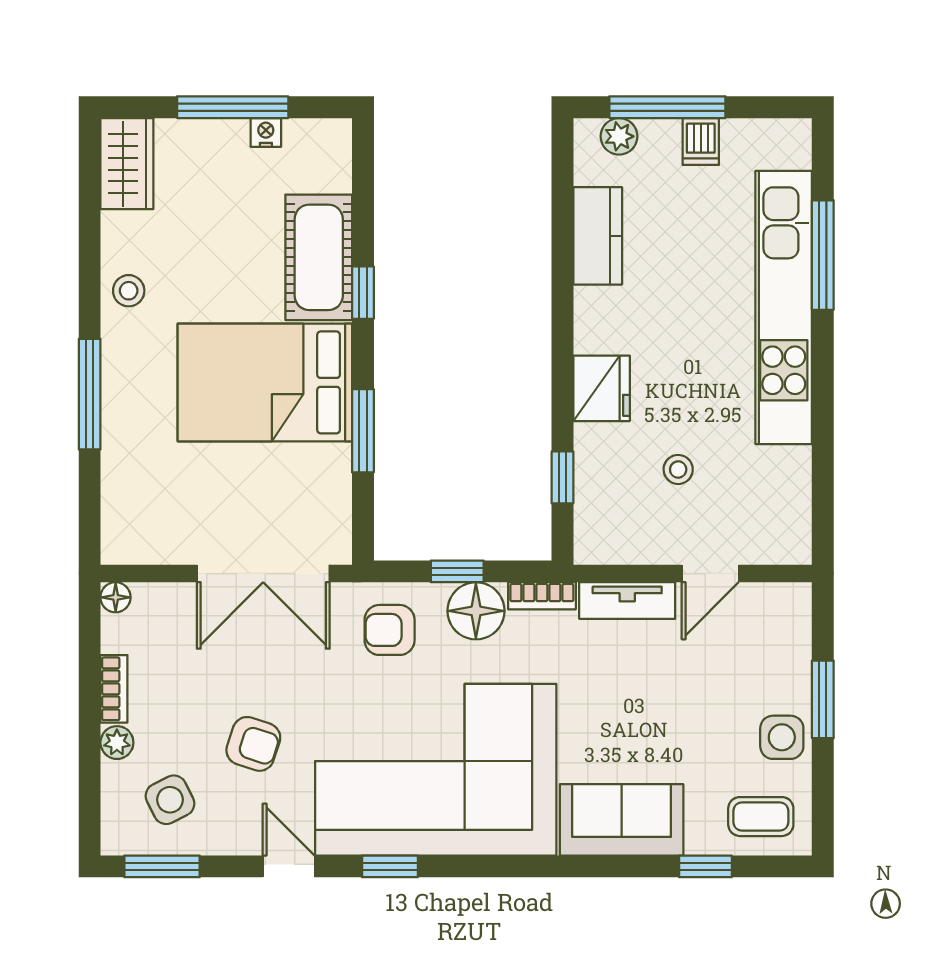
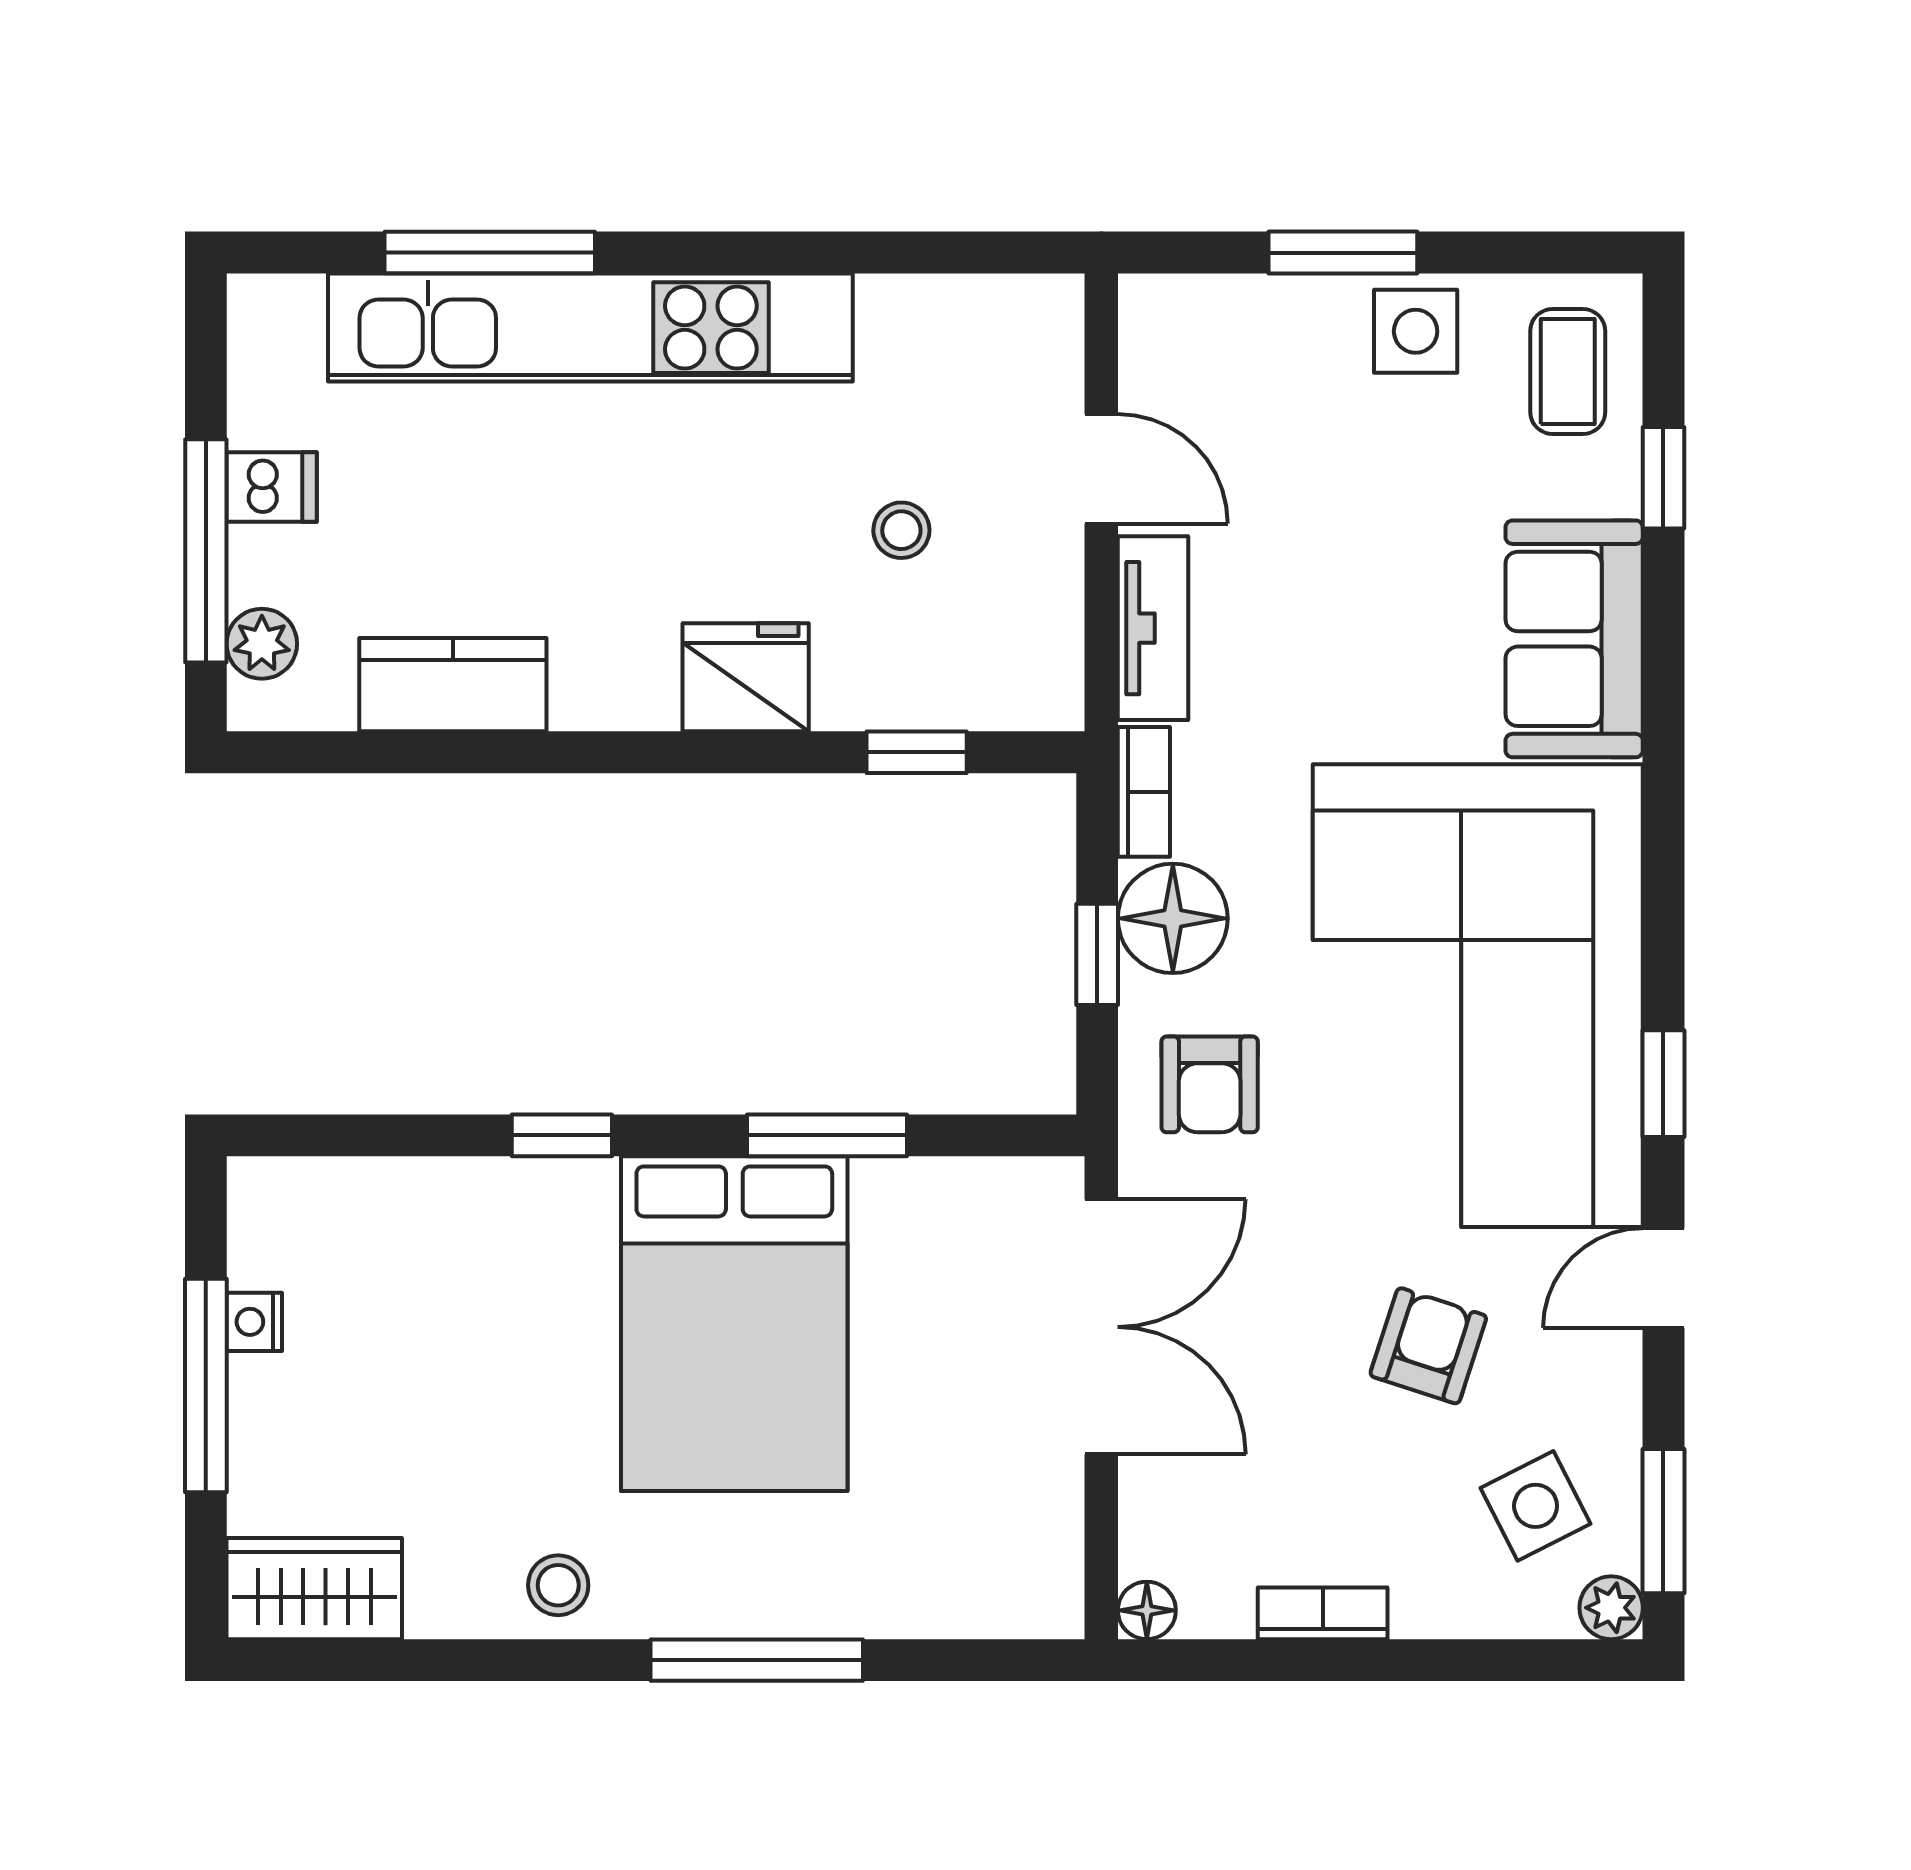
cot: (319, 257) -> (494, 1220), removed
plant: (117, 743) -> (1611, 1608), moved

